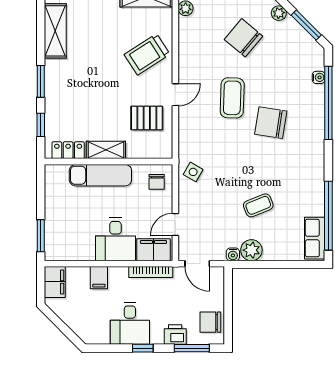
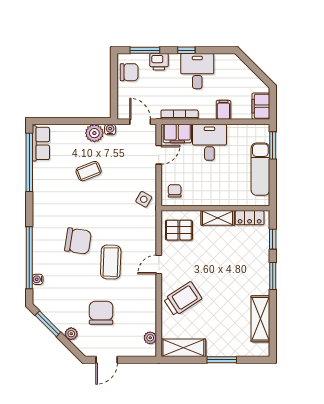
chair: (244, 38) -> (101, 313), turned -130
pallet: (147, 118) -> (179, 230), moved
exam couch: (100, 175) -> (260, 169), moved, turned -90

